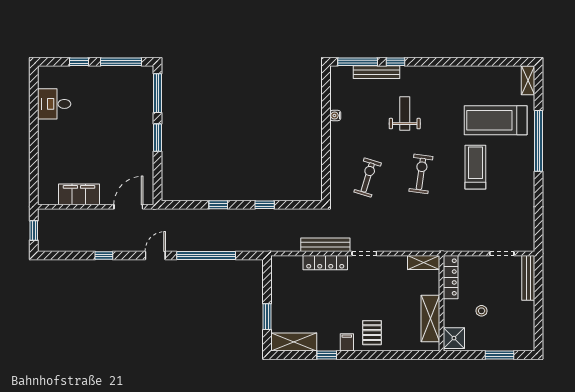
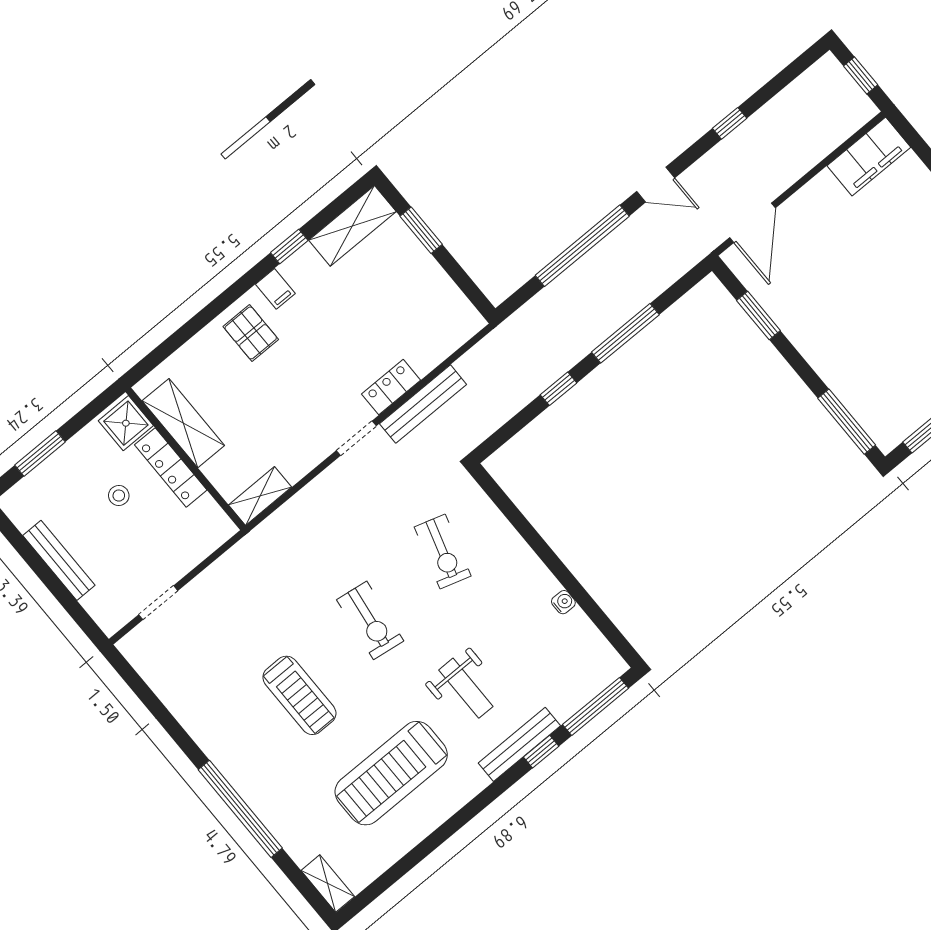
bench: (377, 72) -> (519, 744), moved
treadmill: (496, 120) -> (391, 773), moved, turned 180
window: (158, 138) -> (758, 315), moved
filing cabinet: (79, 194) -> (869, 157), moved
window: (218, 205) -> (625, 333), width x2.17
door: (155, 255) -> (656, 185), hinge flipped
locker: (325, 263) -> (391, 387), width x0.66
locker: (451, 277) -> (171, 467), moved
bench: (528, 278) -> (59, 560), moved

